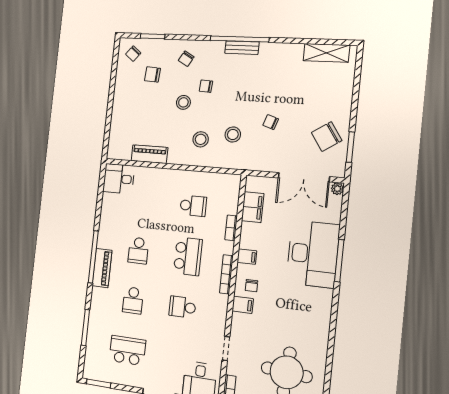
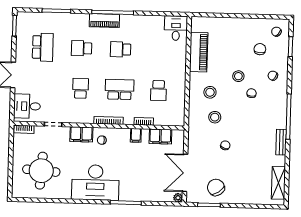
bench: (242, 48) -> (281, 142), moved
piano: (149, 154) -> (199, 52), width x1.37, depth x1.33
desk: (313, 254) -> (95, 182), moved
school desk: (188, 256) -> (120, 89), turned 180
filing cabinet: (247, 257) -> (136, 135), moved
filing cabinet: (243, 305) -> (81, 134), width x2.00

